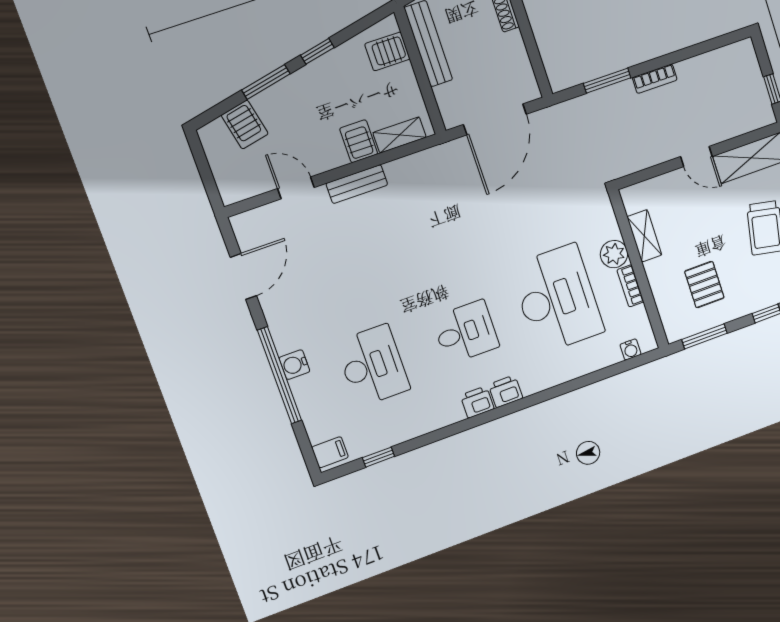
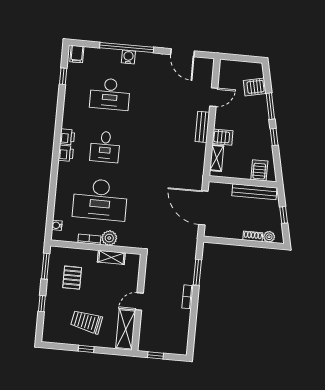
pallet: (704, 285) -> (72, 278), turned 90

